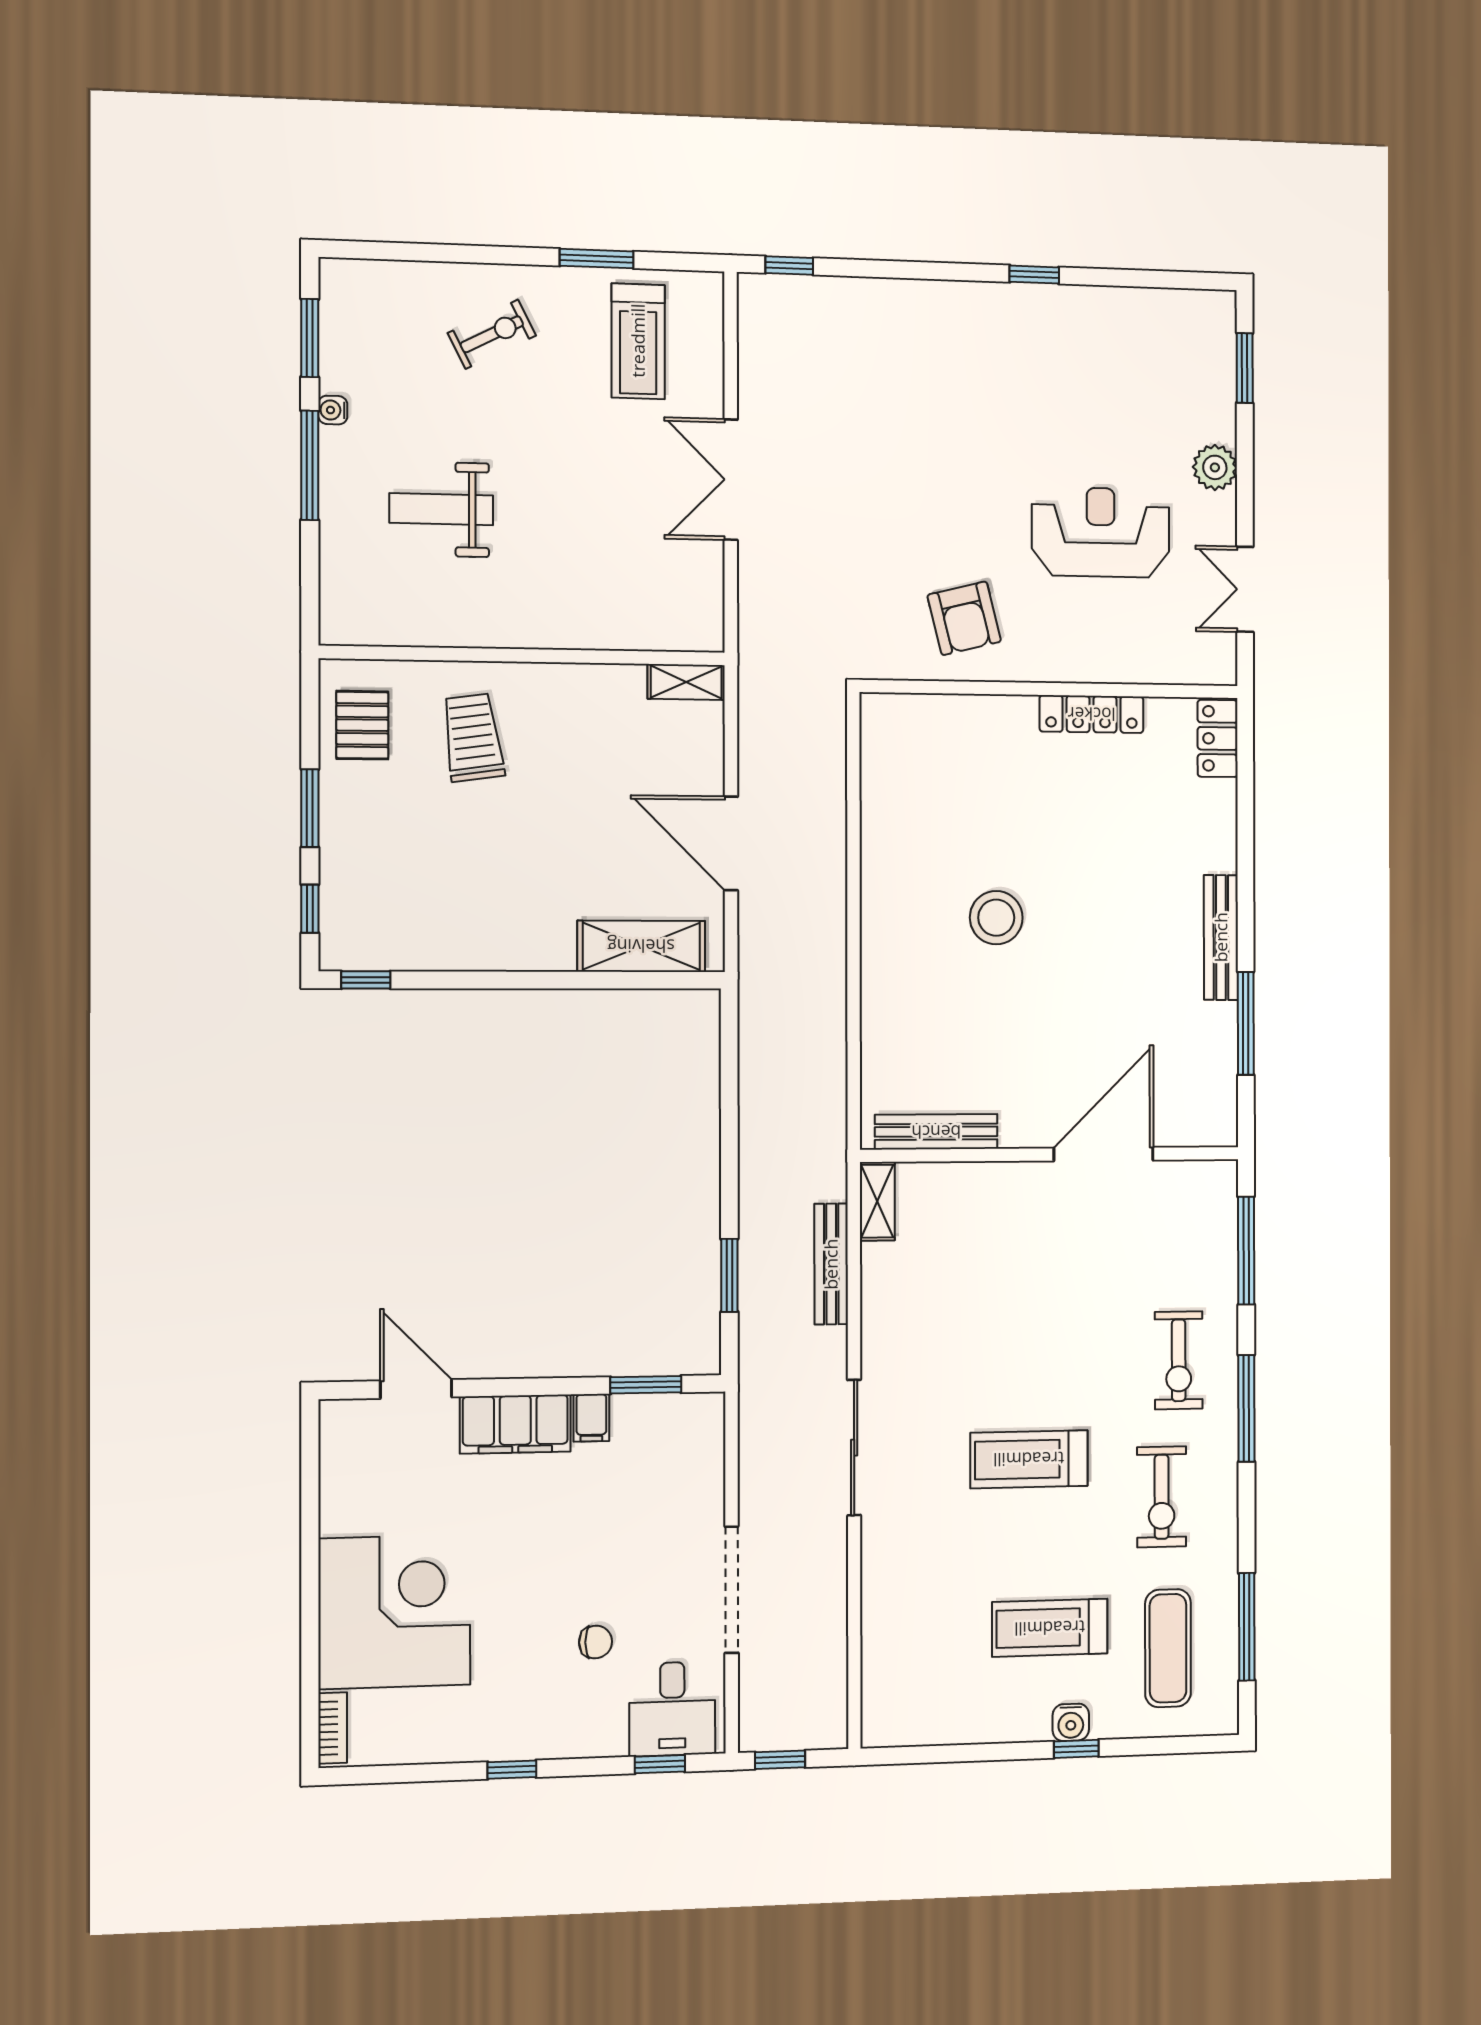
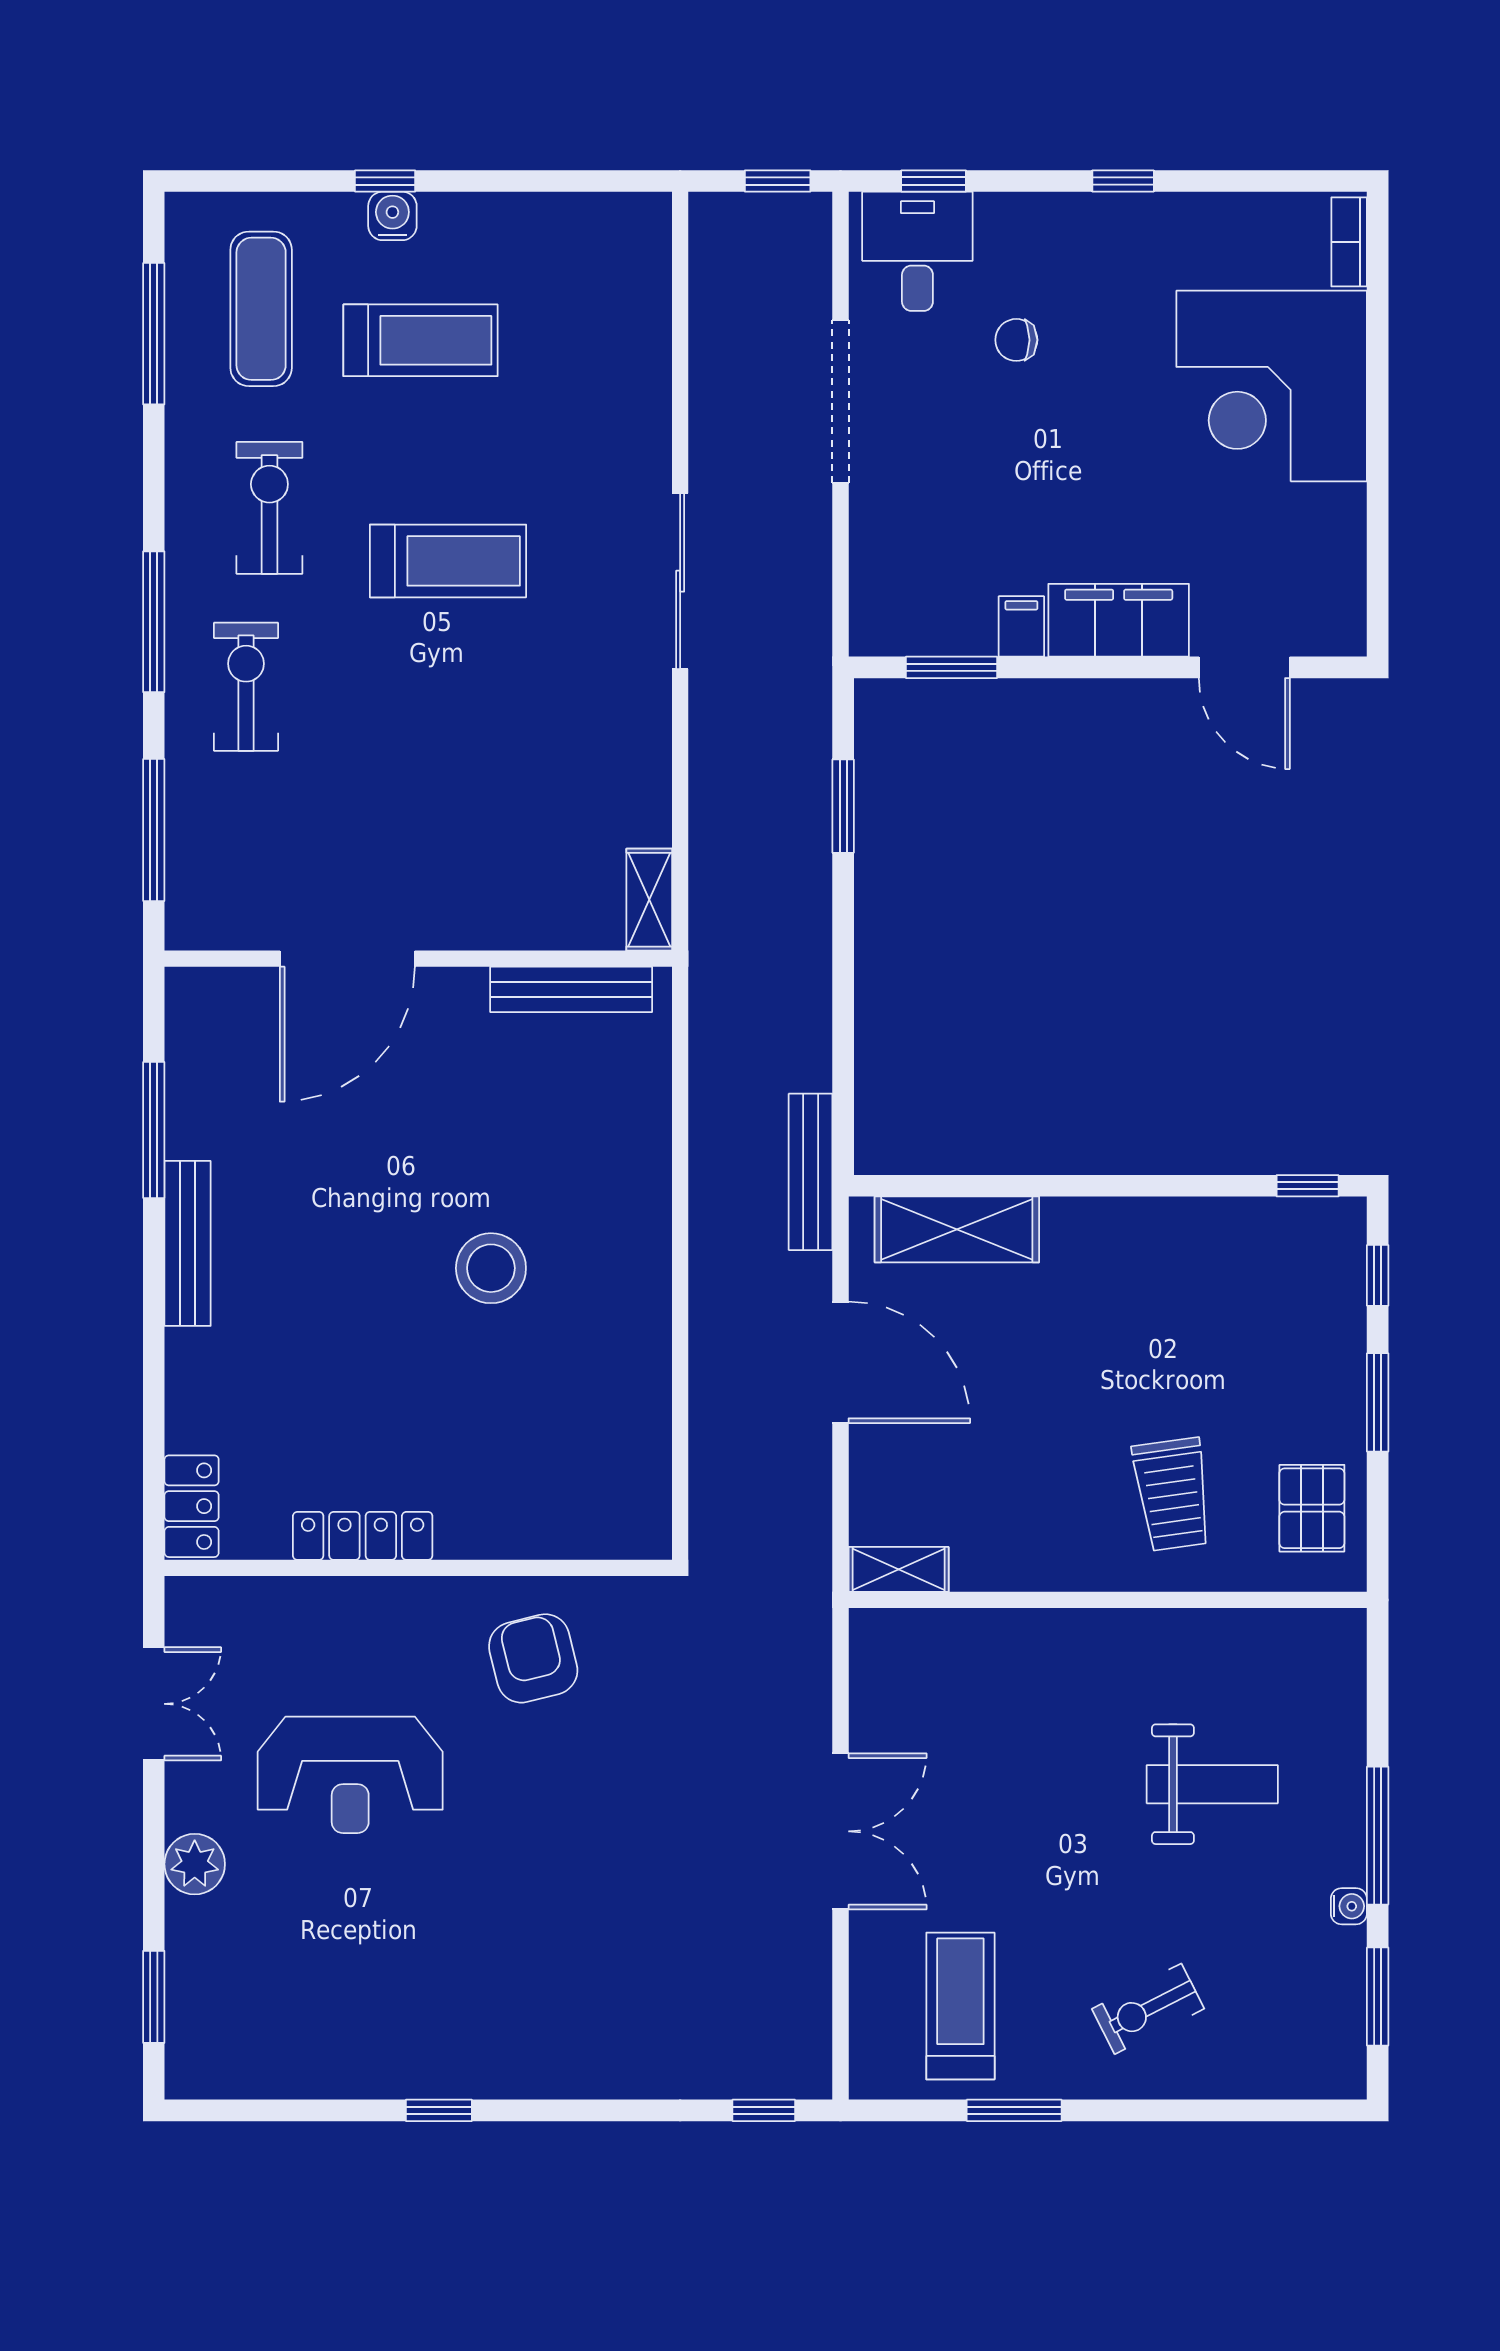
bench: (831, 1264) -> (811, 1172), moved

